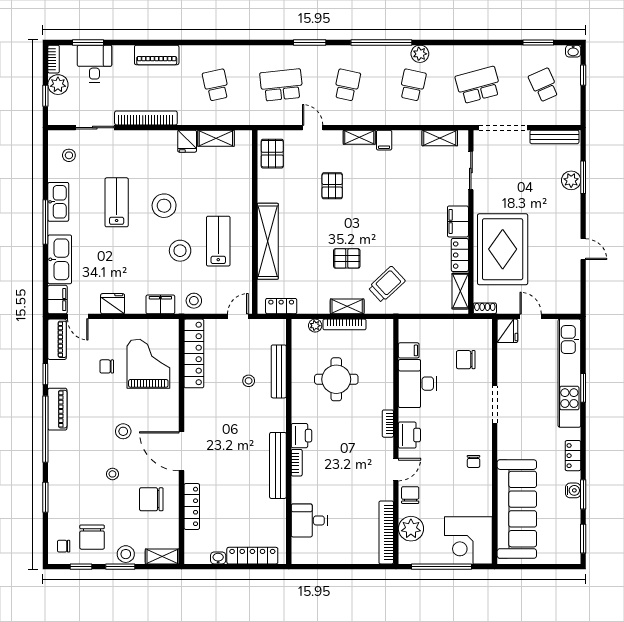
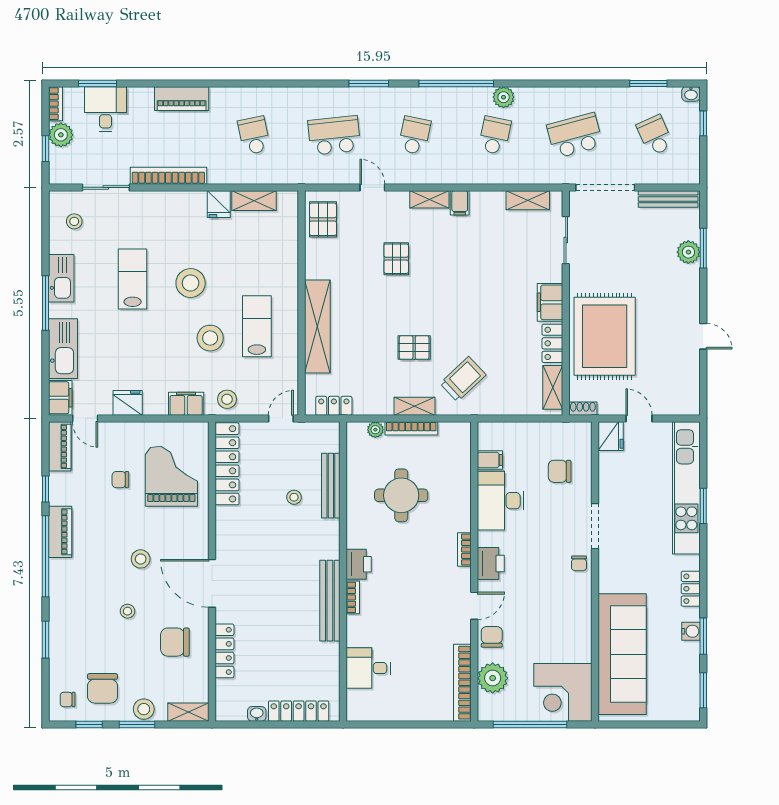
chair: (474, 461) -> (579, 563), moved

